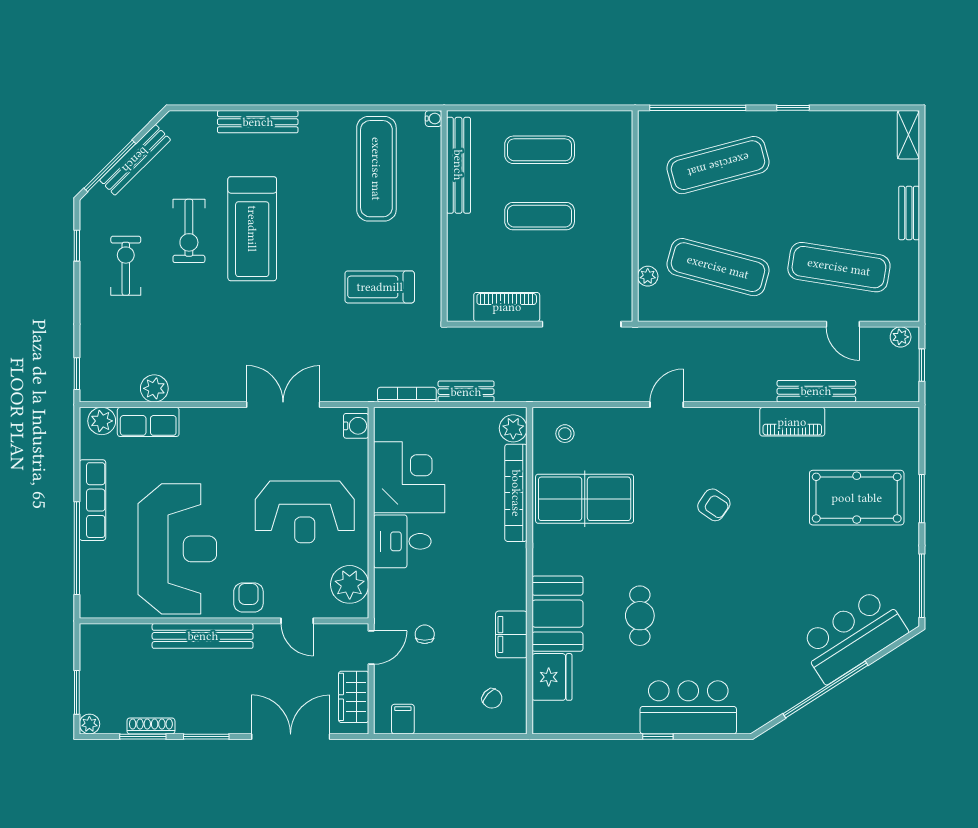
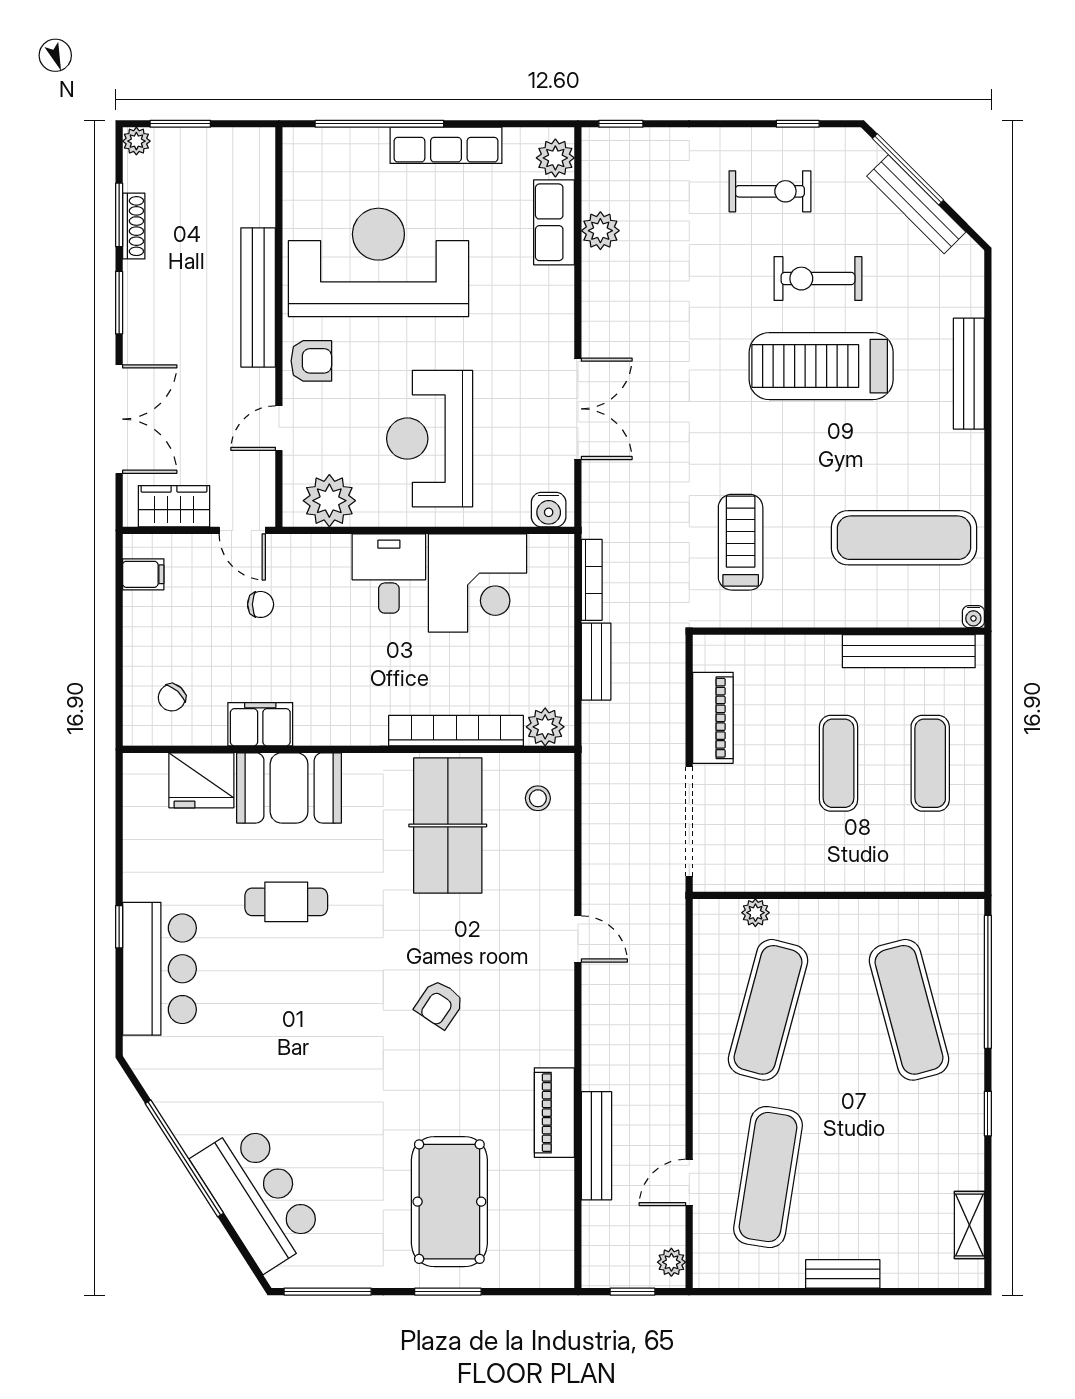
shelving: (908, 135) -> (969, 1225), moved, turned 90
reception desk: (177, 549) -> (378, 262), turned 180

